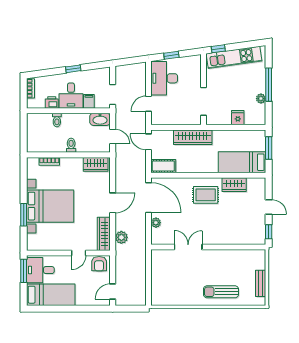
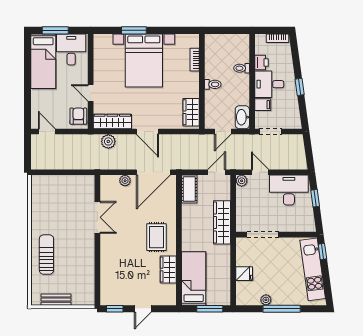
plant: (156, 120) -> (242, 181), added
armchair: (99, 264) -> (78, 116), turned 90
window: (24, 271) -> (55, 30), moved

